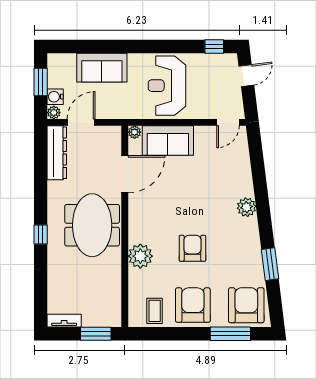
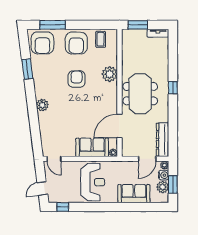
plant: (57, 78) -> (163, 187), added
door: (228, 122) -> (54, 159), swing flipped
armchair: (192, 248) -> (77, 79), turned 180

